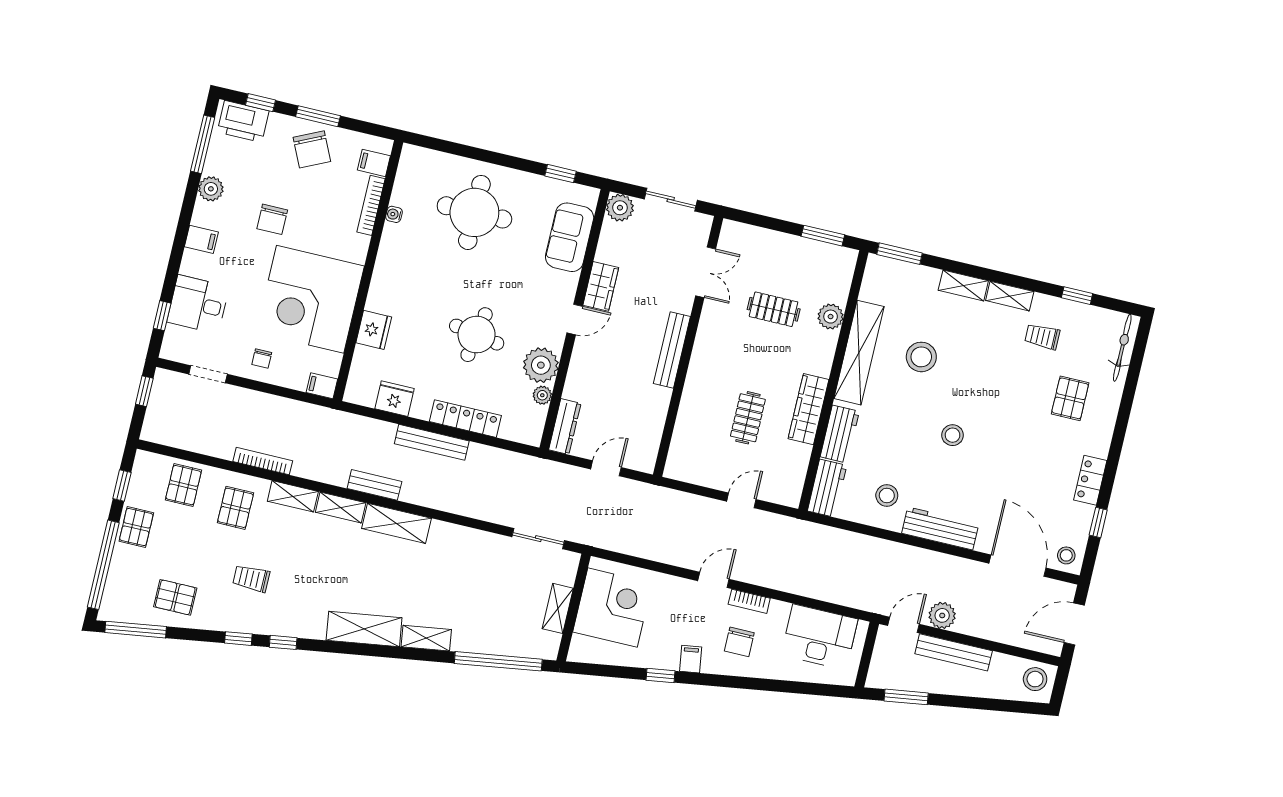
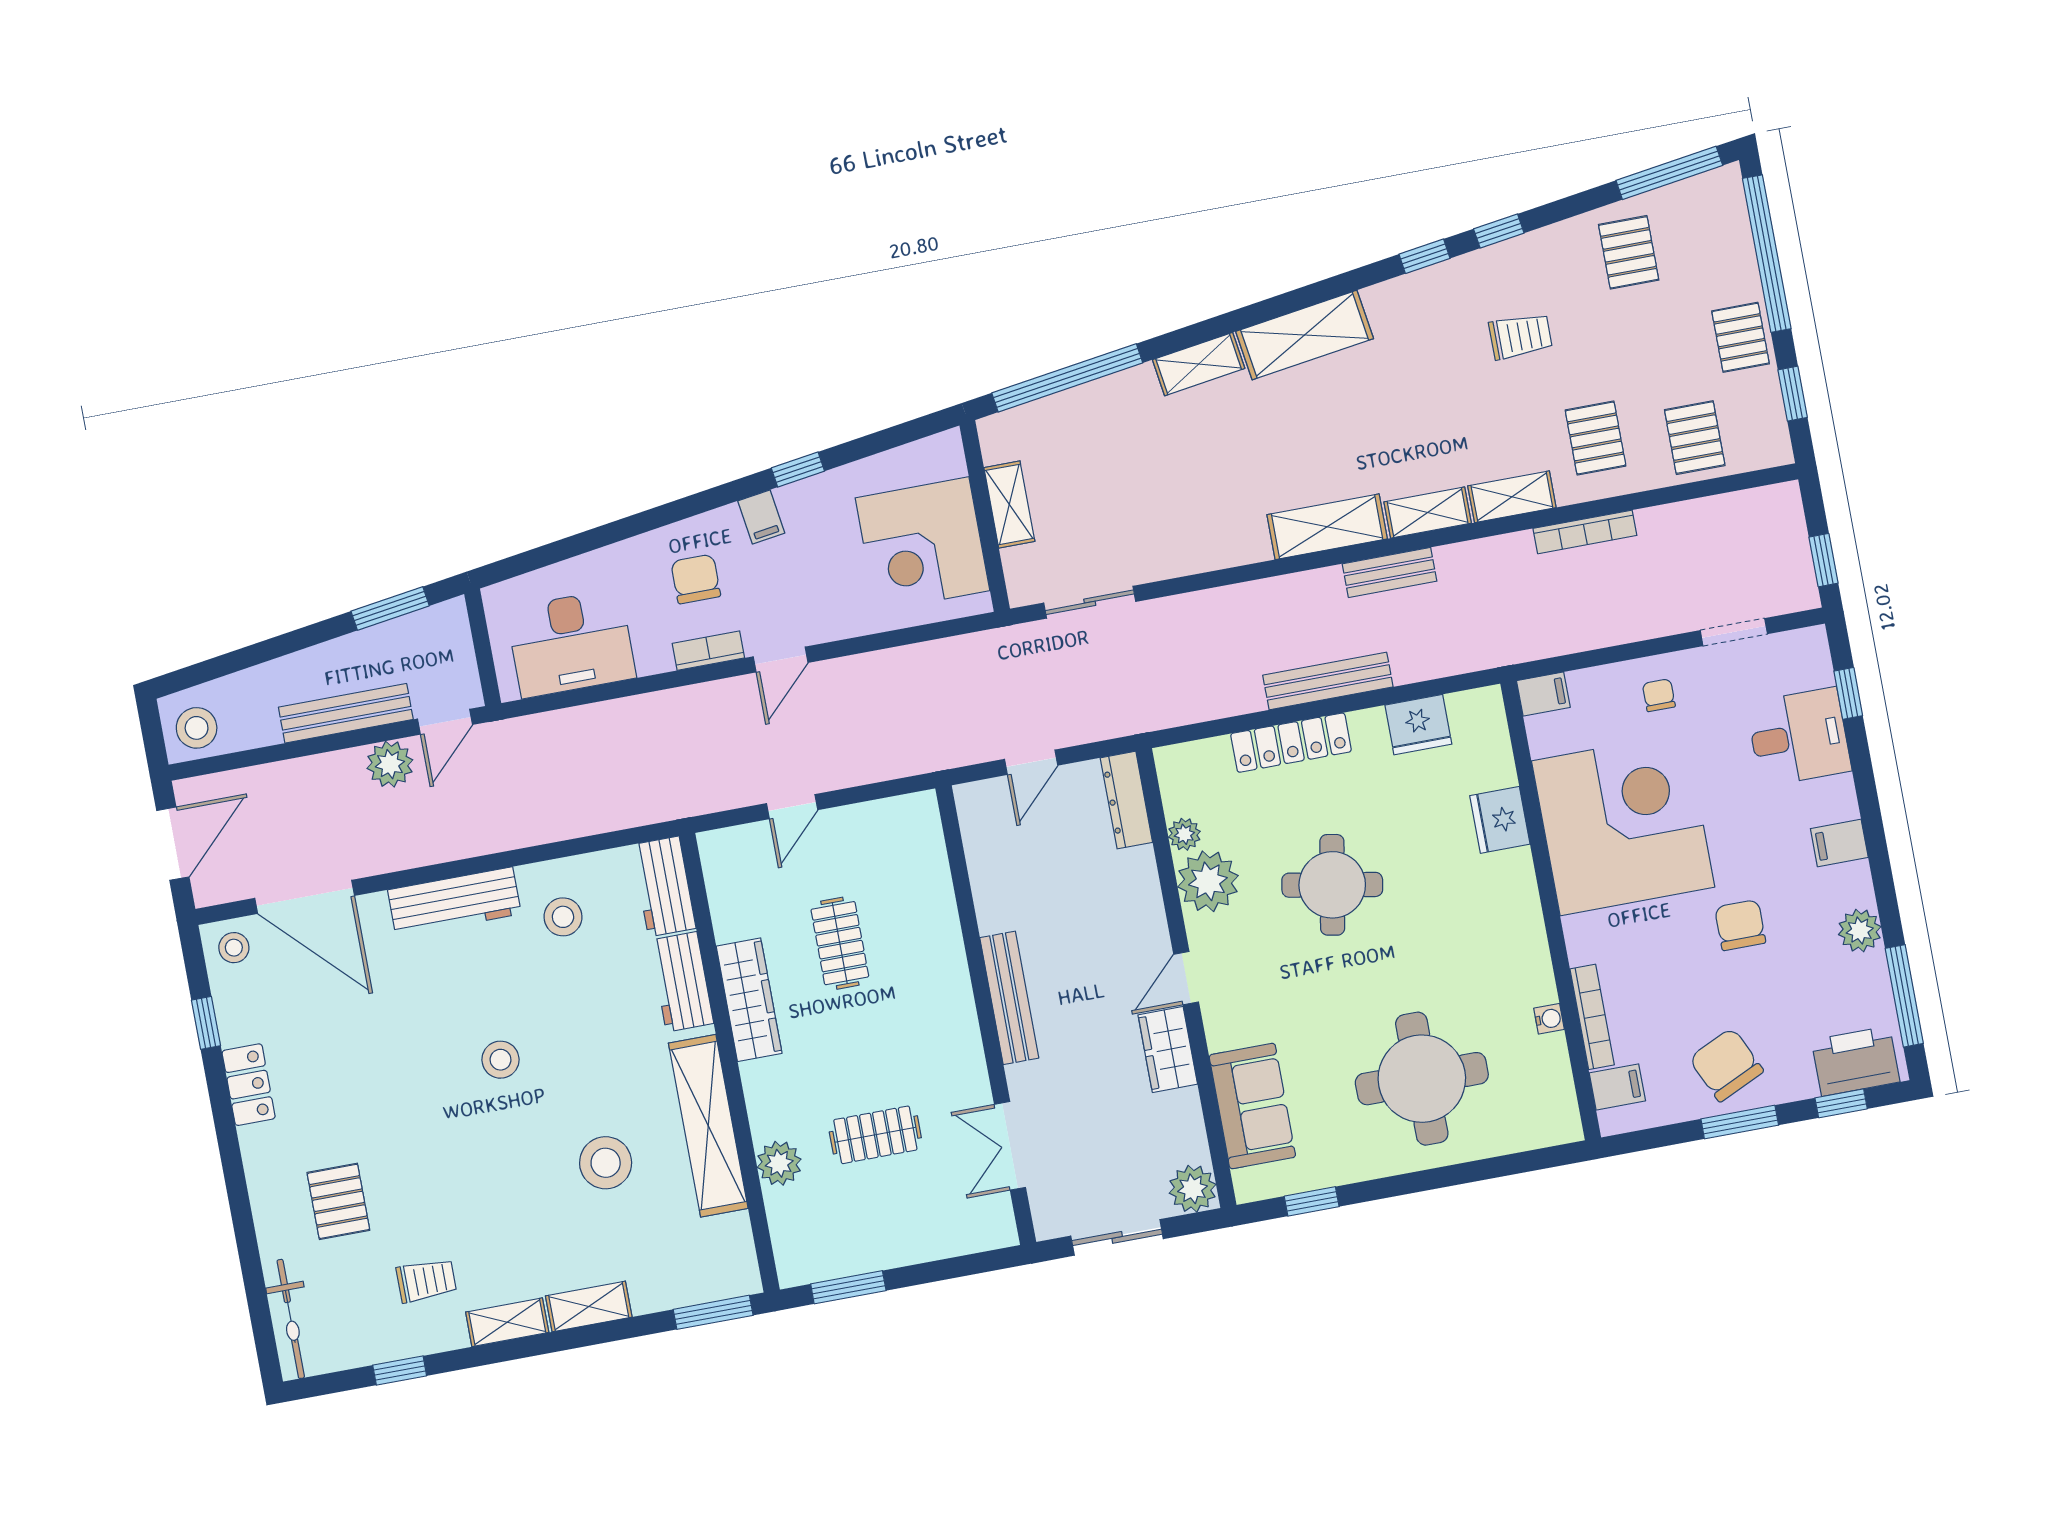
pallet: (175, 597) -> (1629, 252), turned 90

